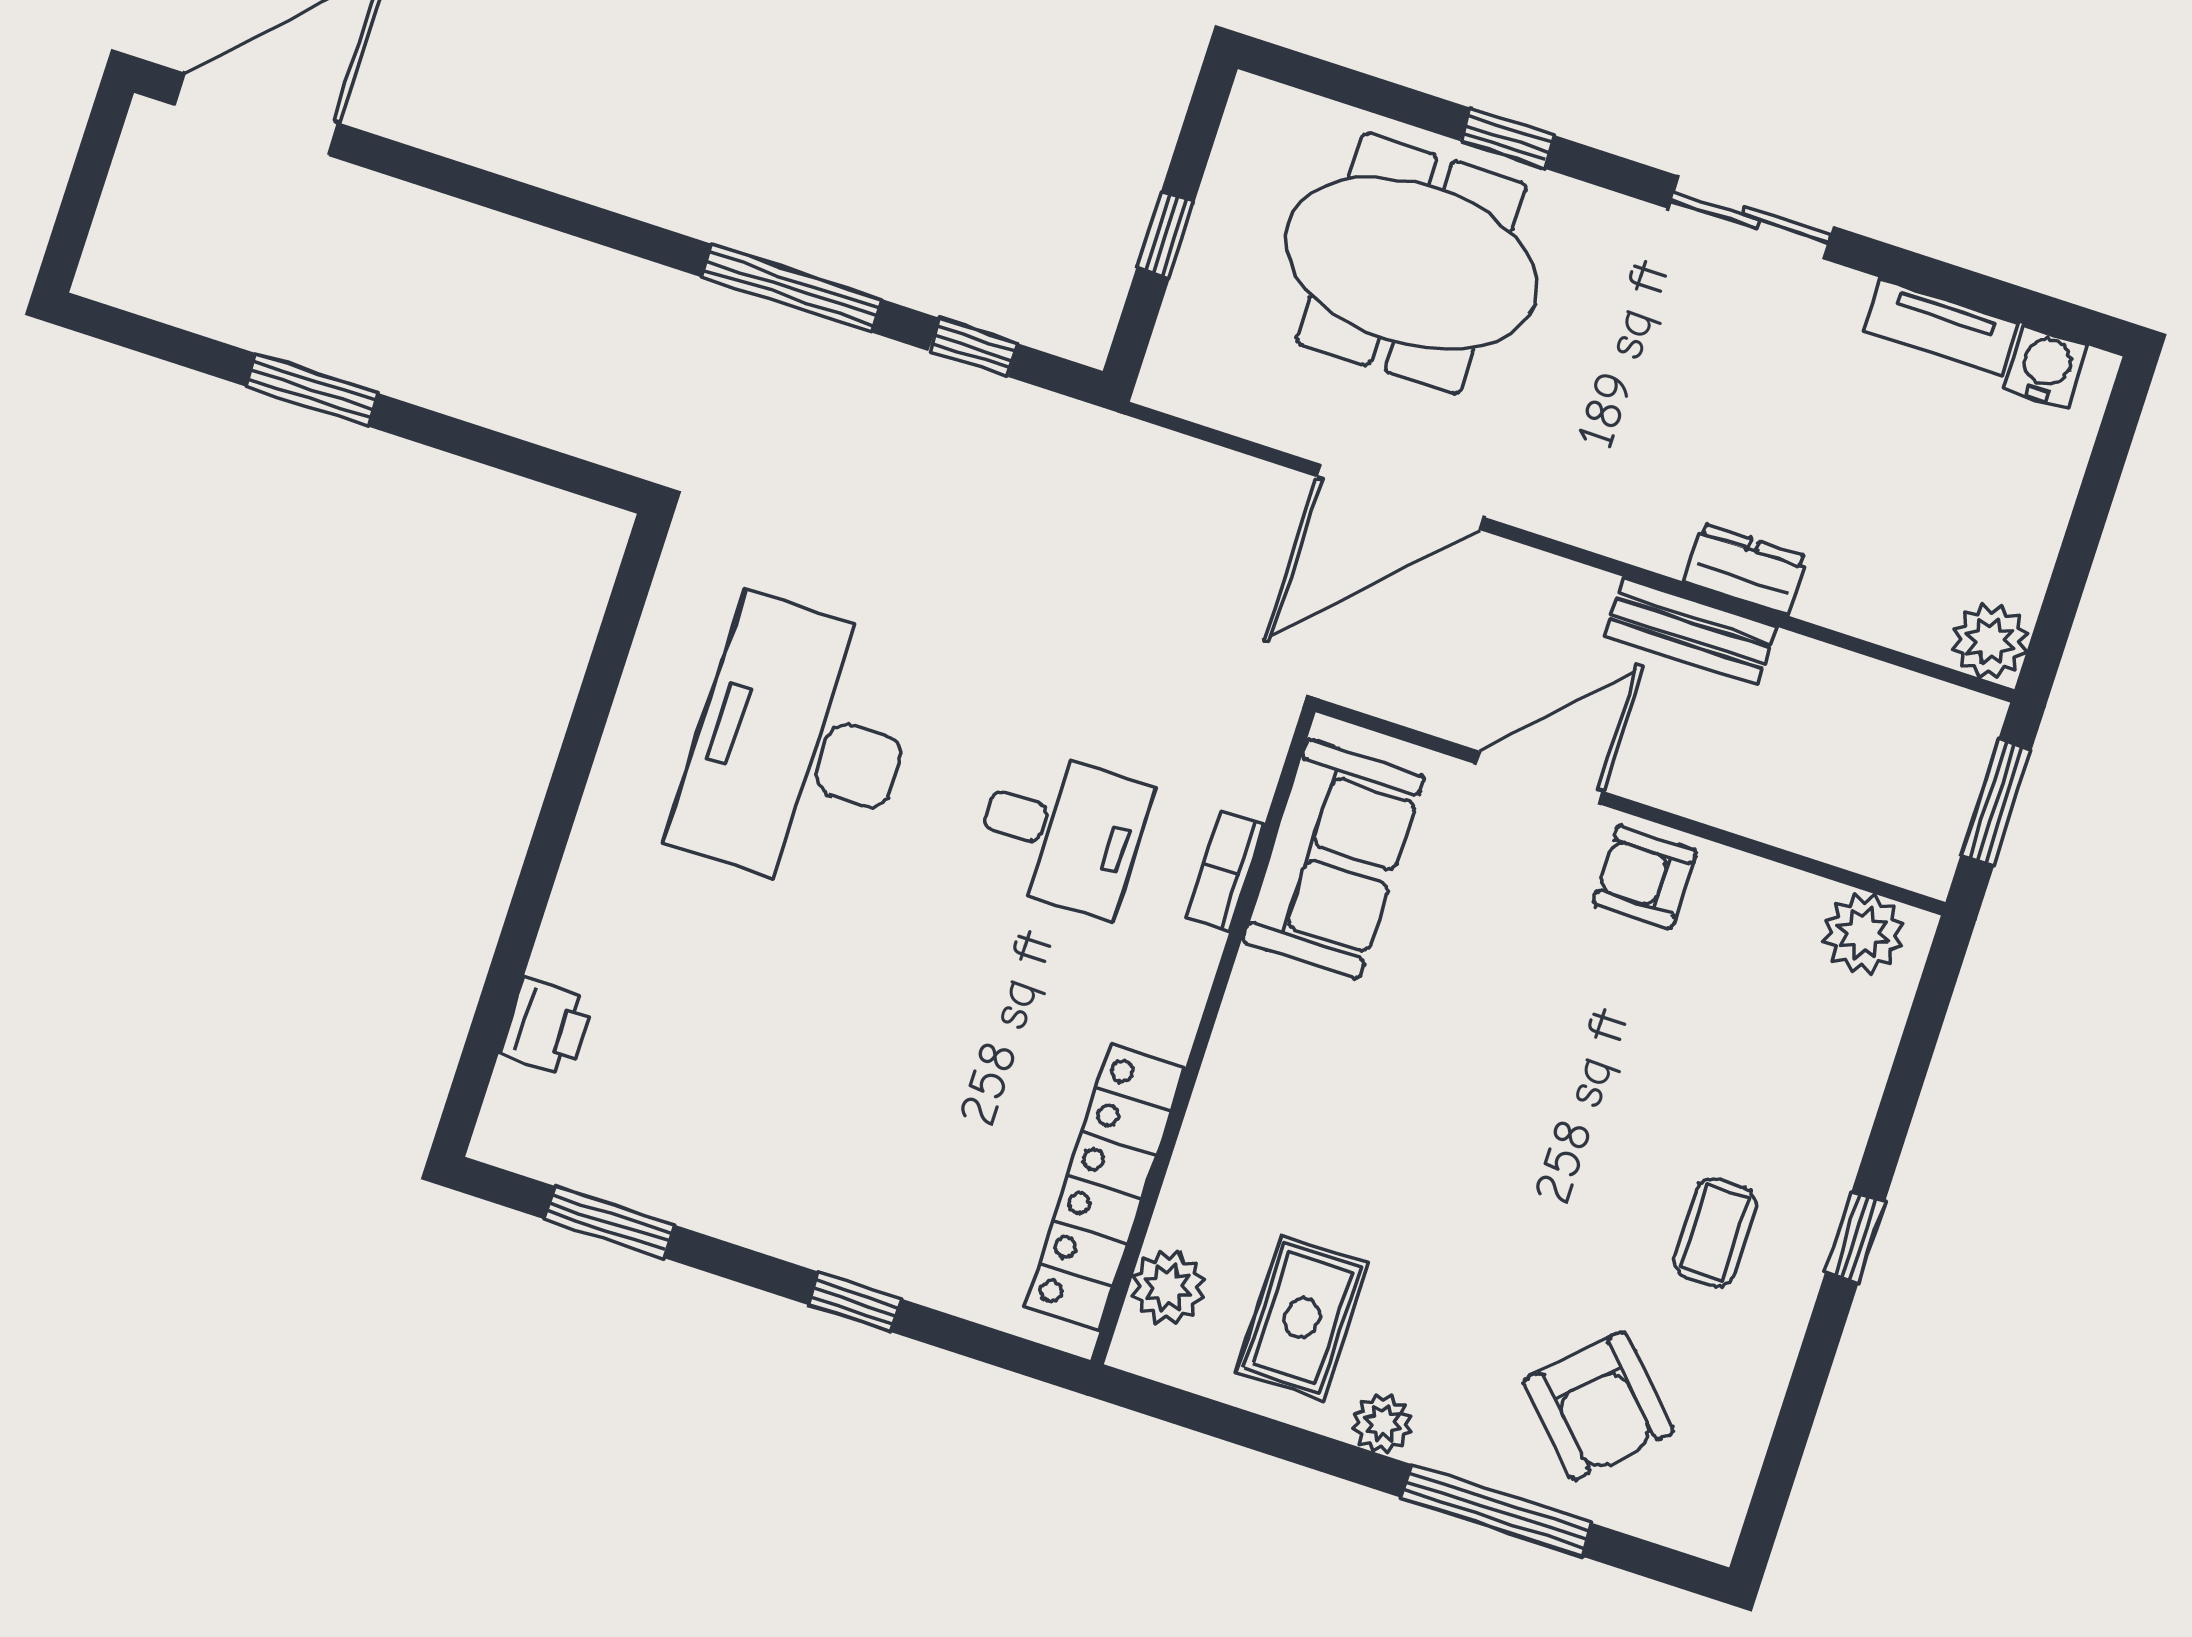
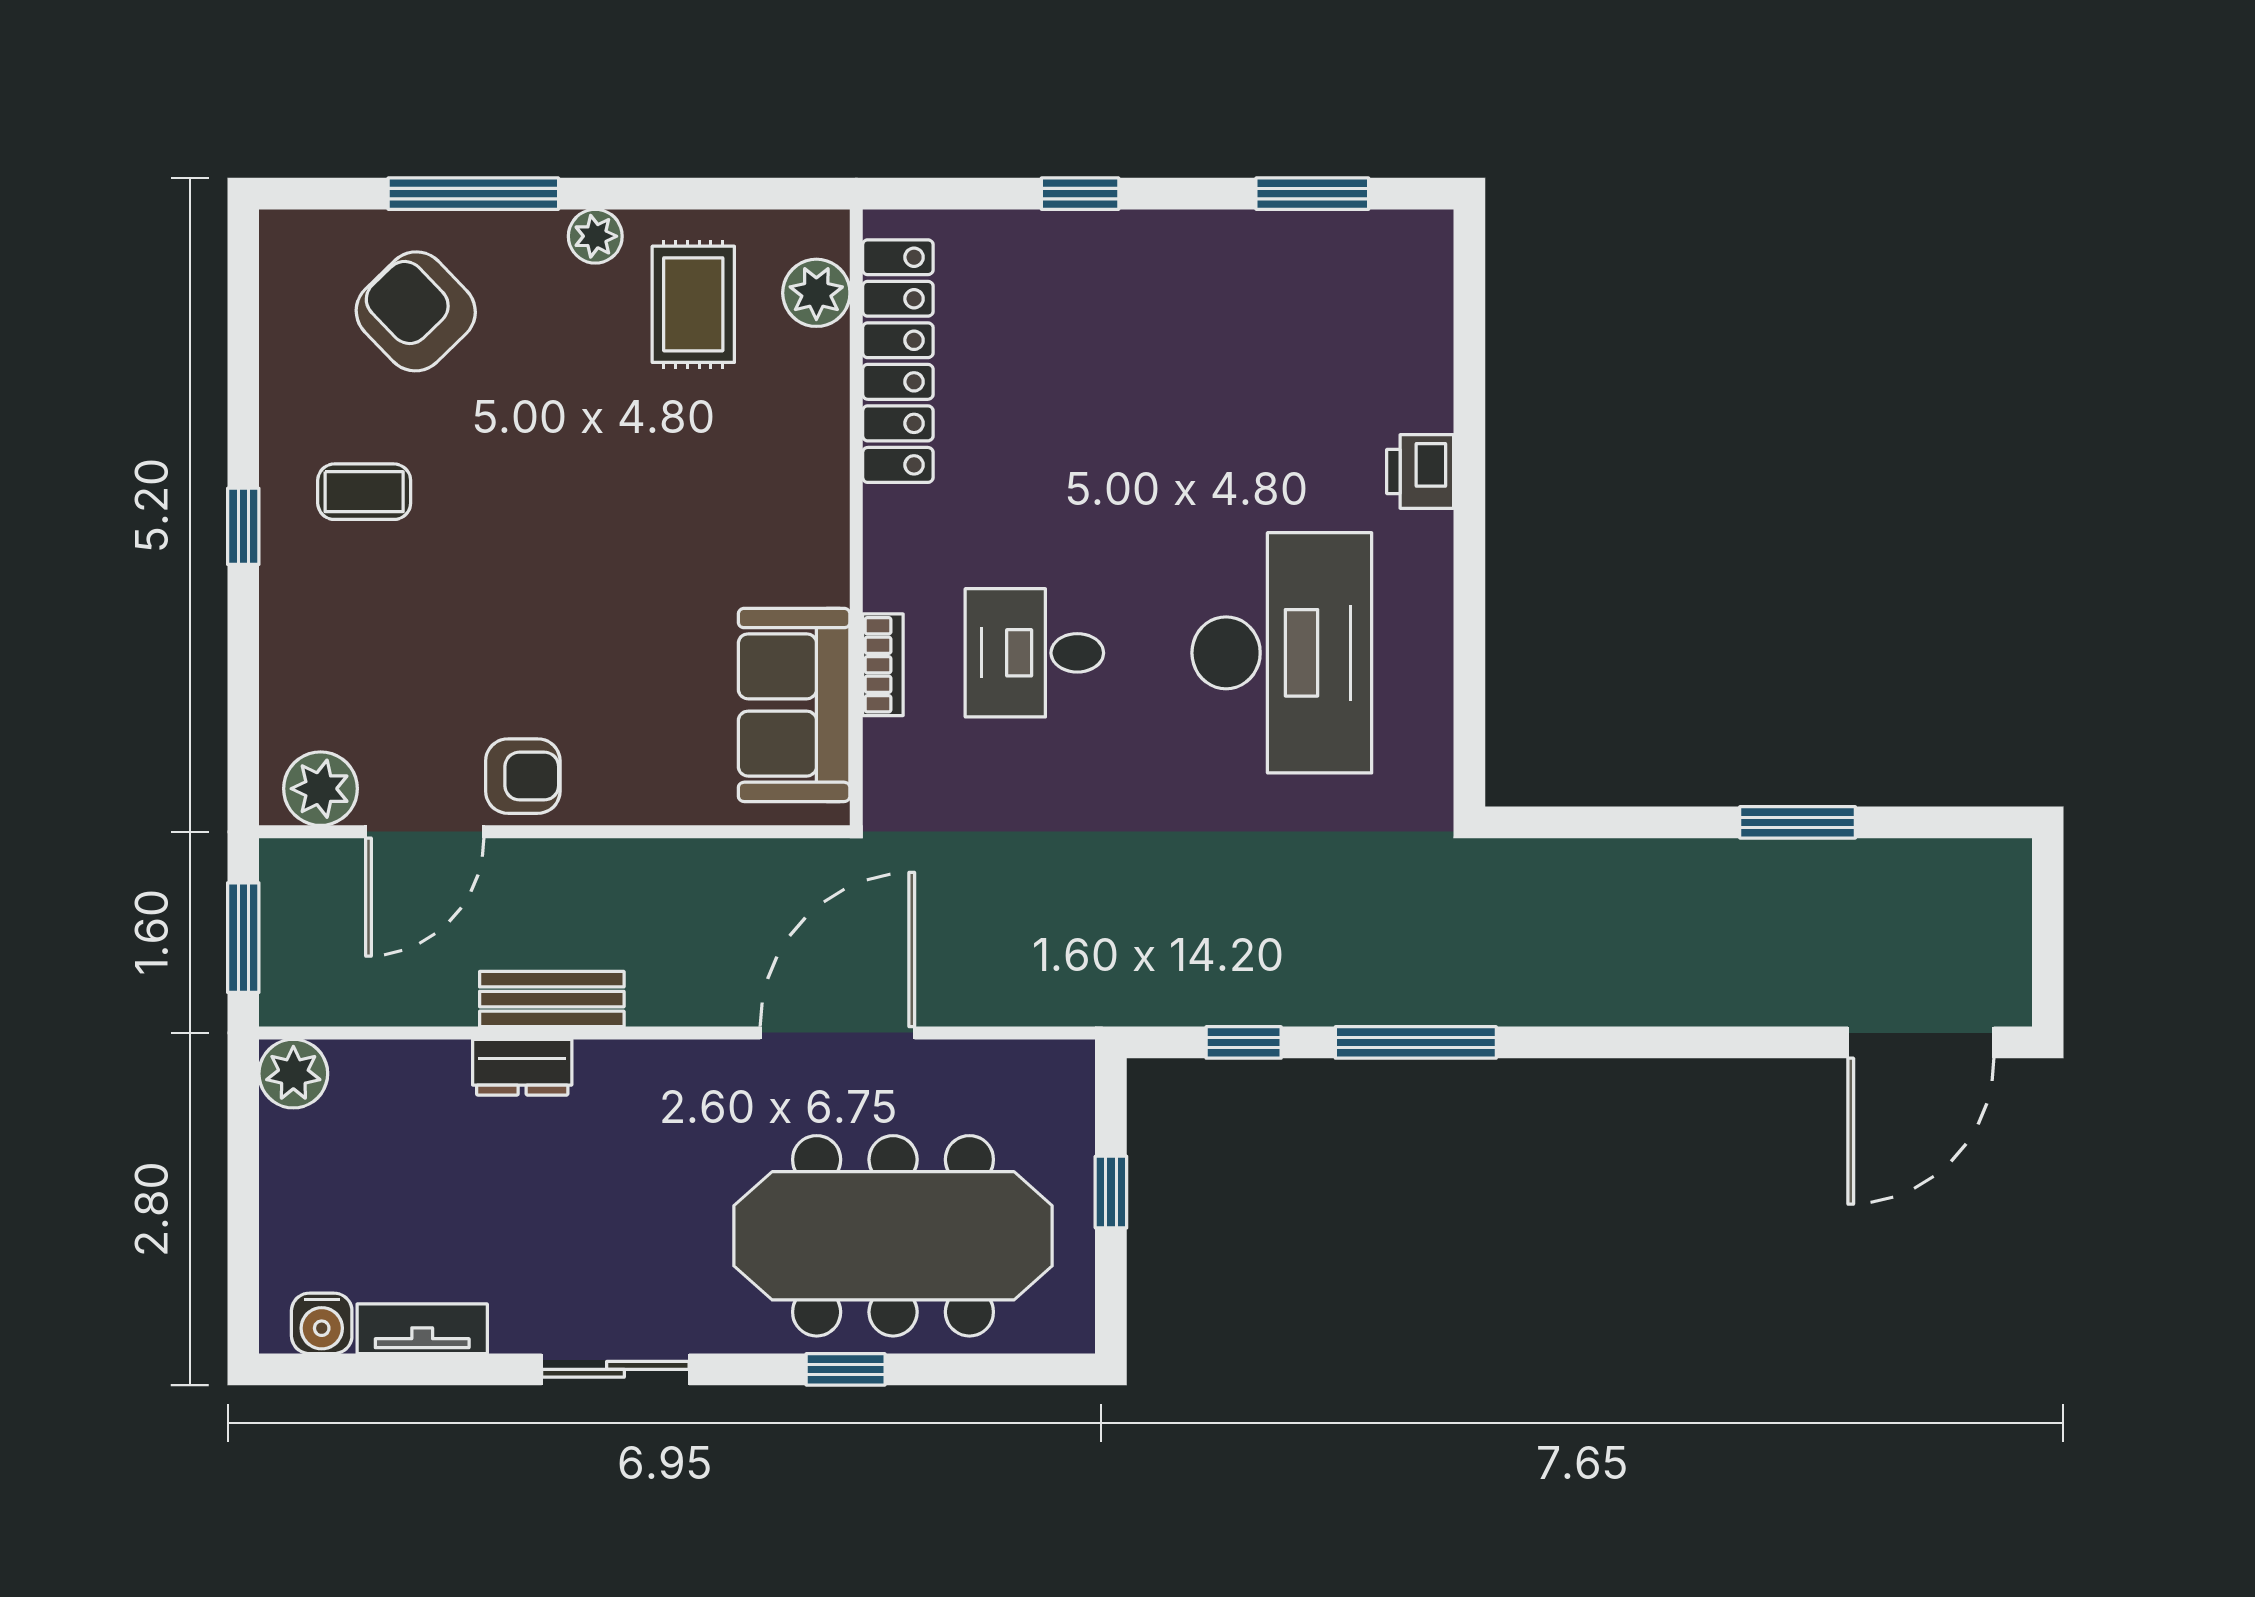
meeting table: (1411, 263) -> (893, 1236), width x1.36
door: (1539, 777) -> (425, 832), moved
printer: (546, 1026) -> (1420, 472), moved
coffee table: (1715, 1233) -> (364, 492), turned 90

